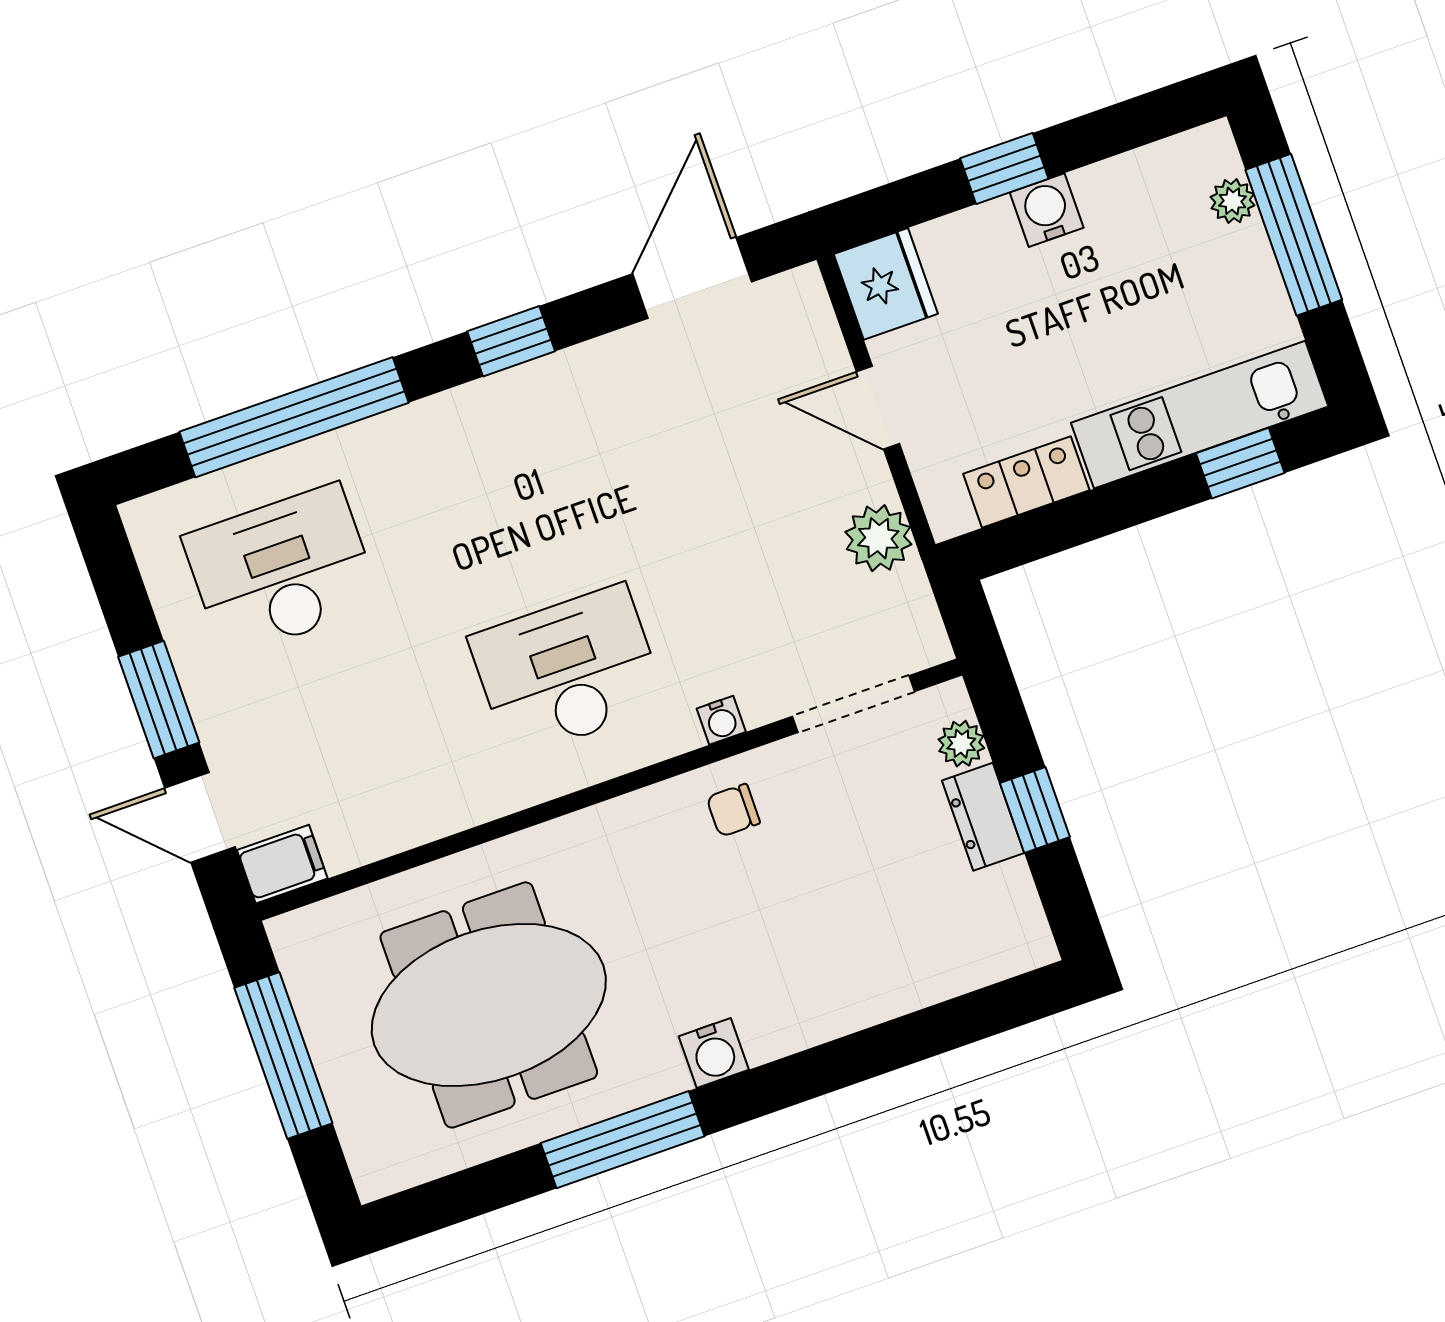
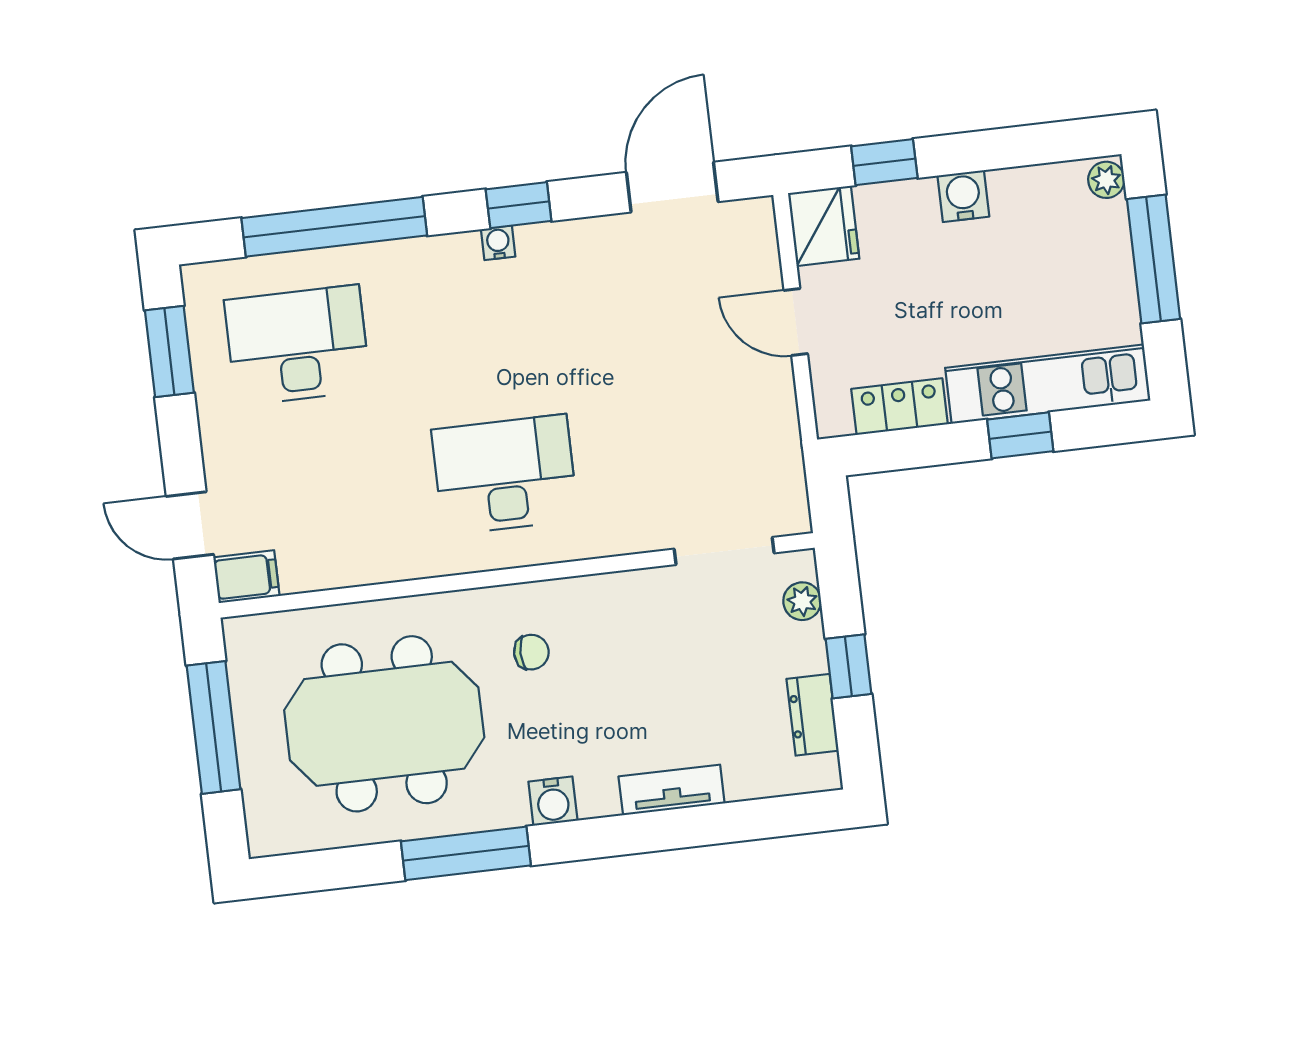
window: (1004, 168) -> (884, 162), moved
plant: (1233, 201) -> (1106, 180), moved
window: (1240, 463) -> (1020, 435), moved
plant: (878, 538) -> (773, 425), removed
window: (159, 700) -> (169, 352), moved
water cooler: (721, 720) -> (498, 243), moved, turned 180
chair: (733, 810) -> (531, 652), moved, turned 180
dresser: (983, 817) -> (813, 715), moved
tv unit: (854, 1007) -> (672, 790), added

